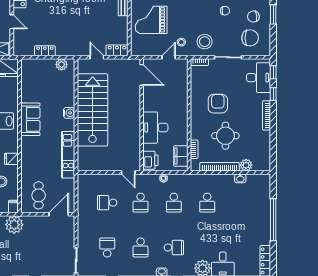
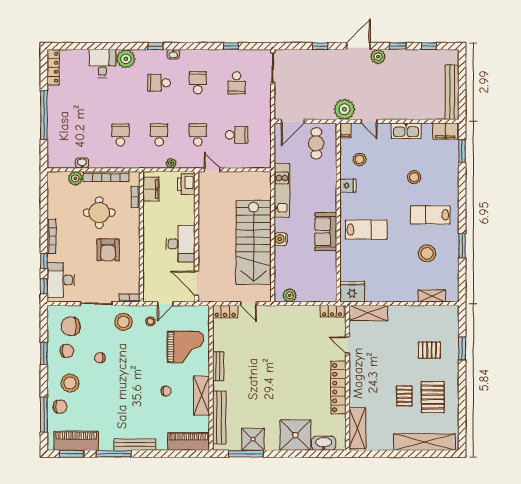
locker: (45, 51) -> (332, 311), moved
desk: (155, 128) -> (181, 244), moved

